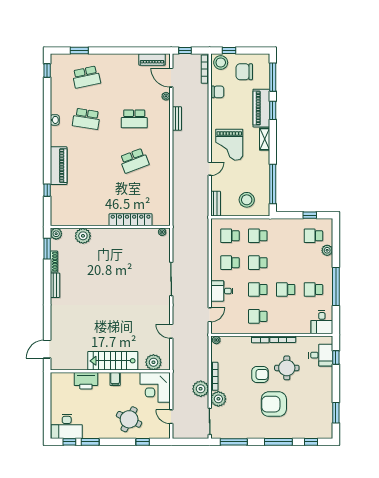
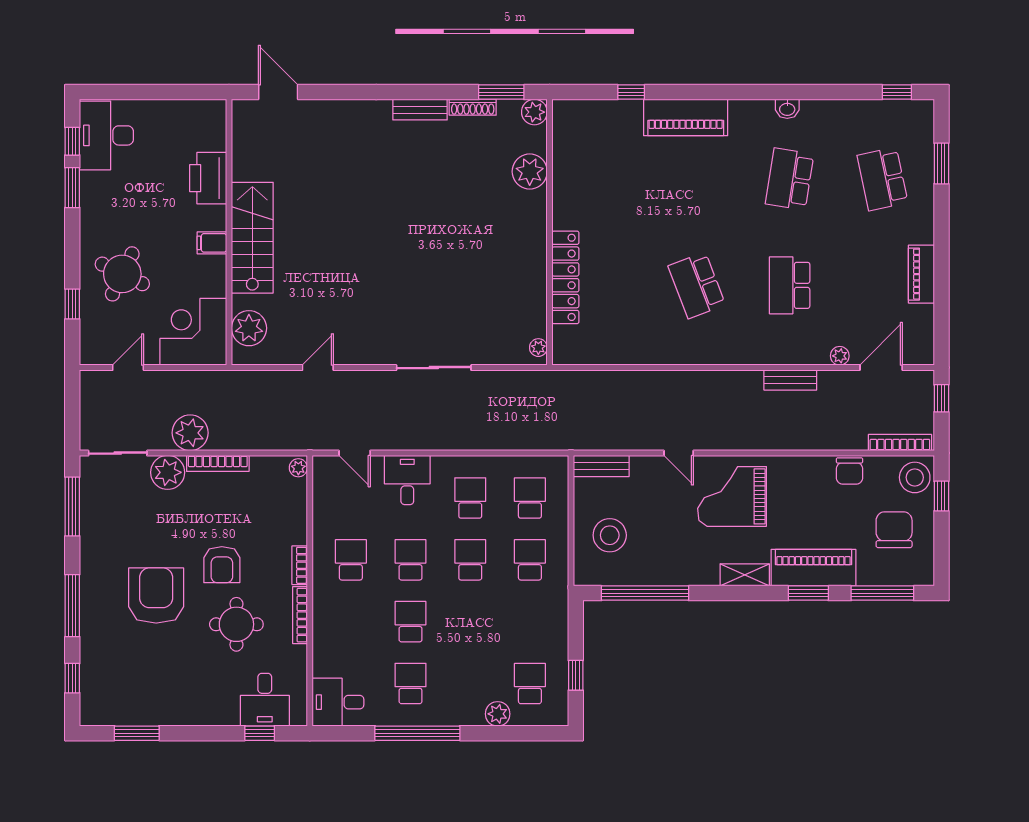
piano: (152, 60) -> (921, 274), moved

